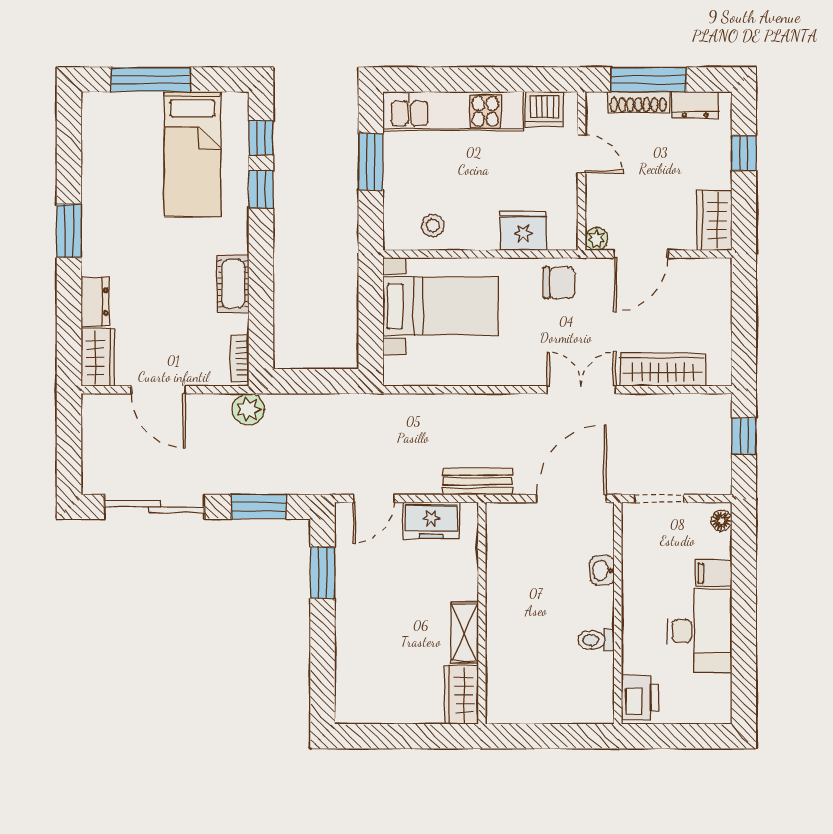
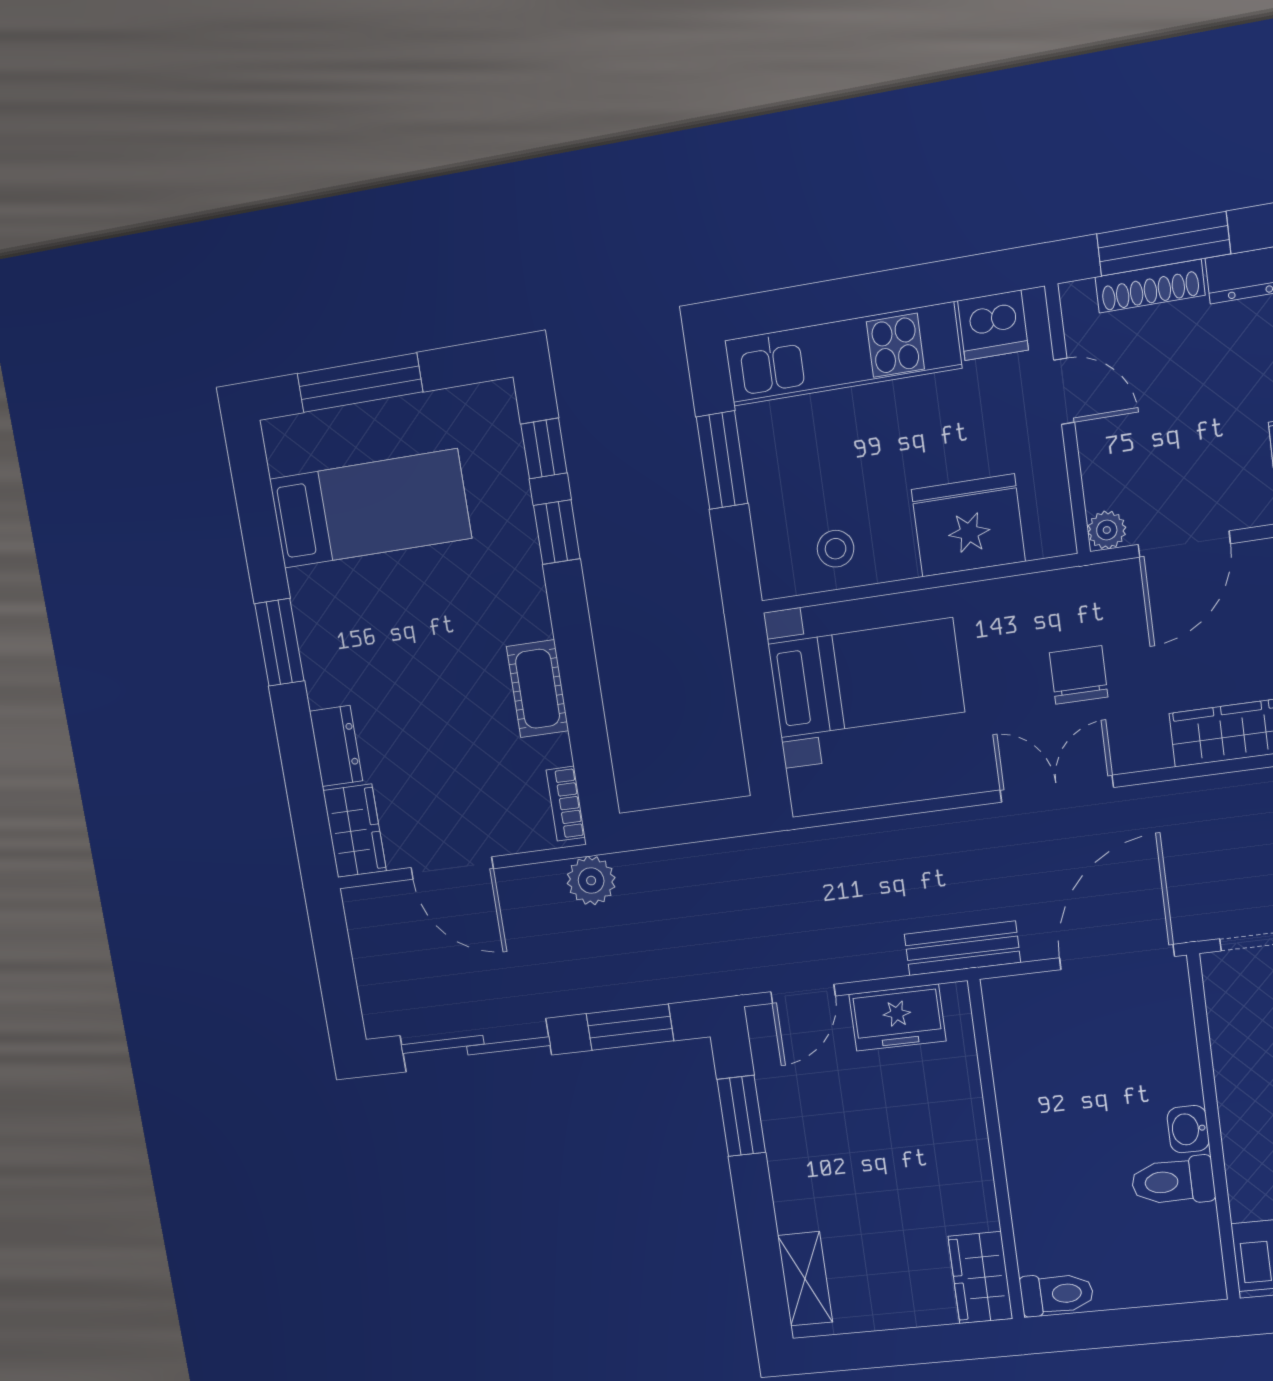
bed: (193, 154) -> (370, 509), moved, turned -90
fridge: (523, 230) -> (968, 525), width x1.36, depth x1.34
chair: (559, 283) -> (1079, 675), moved, turned -90
double door: (581, 390) -> (1057, 789), moved
washbasin: (602, 570) -> (1188, 1129), moved
shelving: (464, 632) -> (805, 1279), moved
toilet: (596, 640) -> (1173, 1181), width x1.37, depth x1.39
toilet: (508, 710) -> (1057, 1294), added

